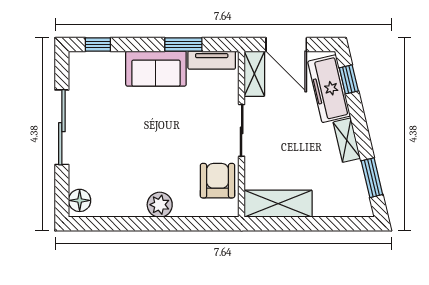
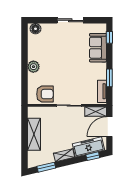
sofa: (156, 69) -> (98, 48), moved
sliding door: (62, 127) -> (70, 20), width x0.73
shelving: (278, 204) -> (34, 134), moved

